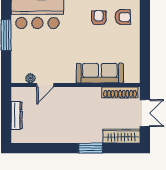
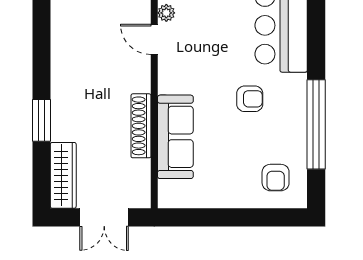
armchair: (99, 18) -> (250, 99), moved
shoe rack: (120, 92) -> (141, 126), moved

